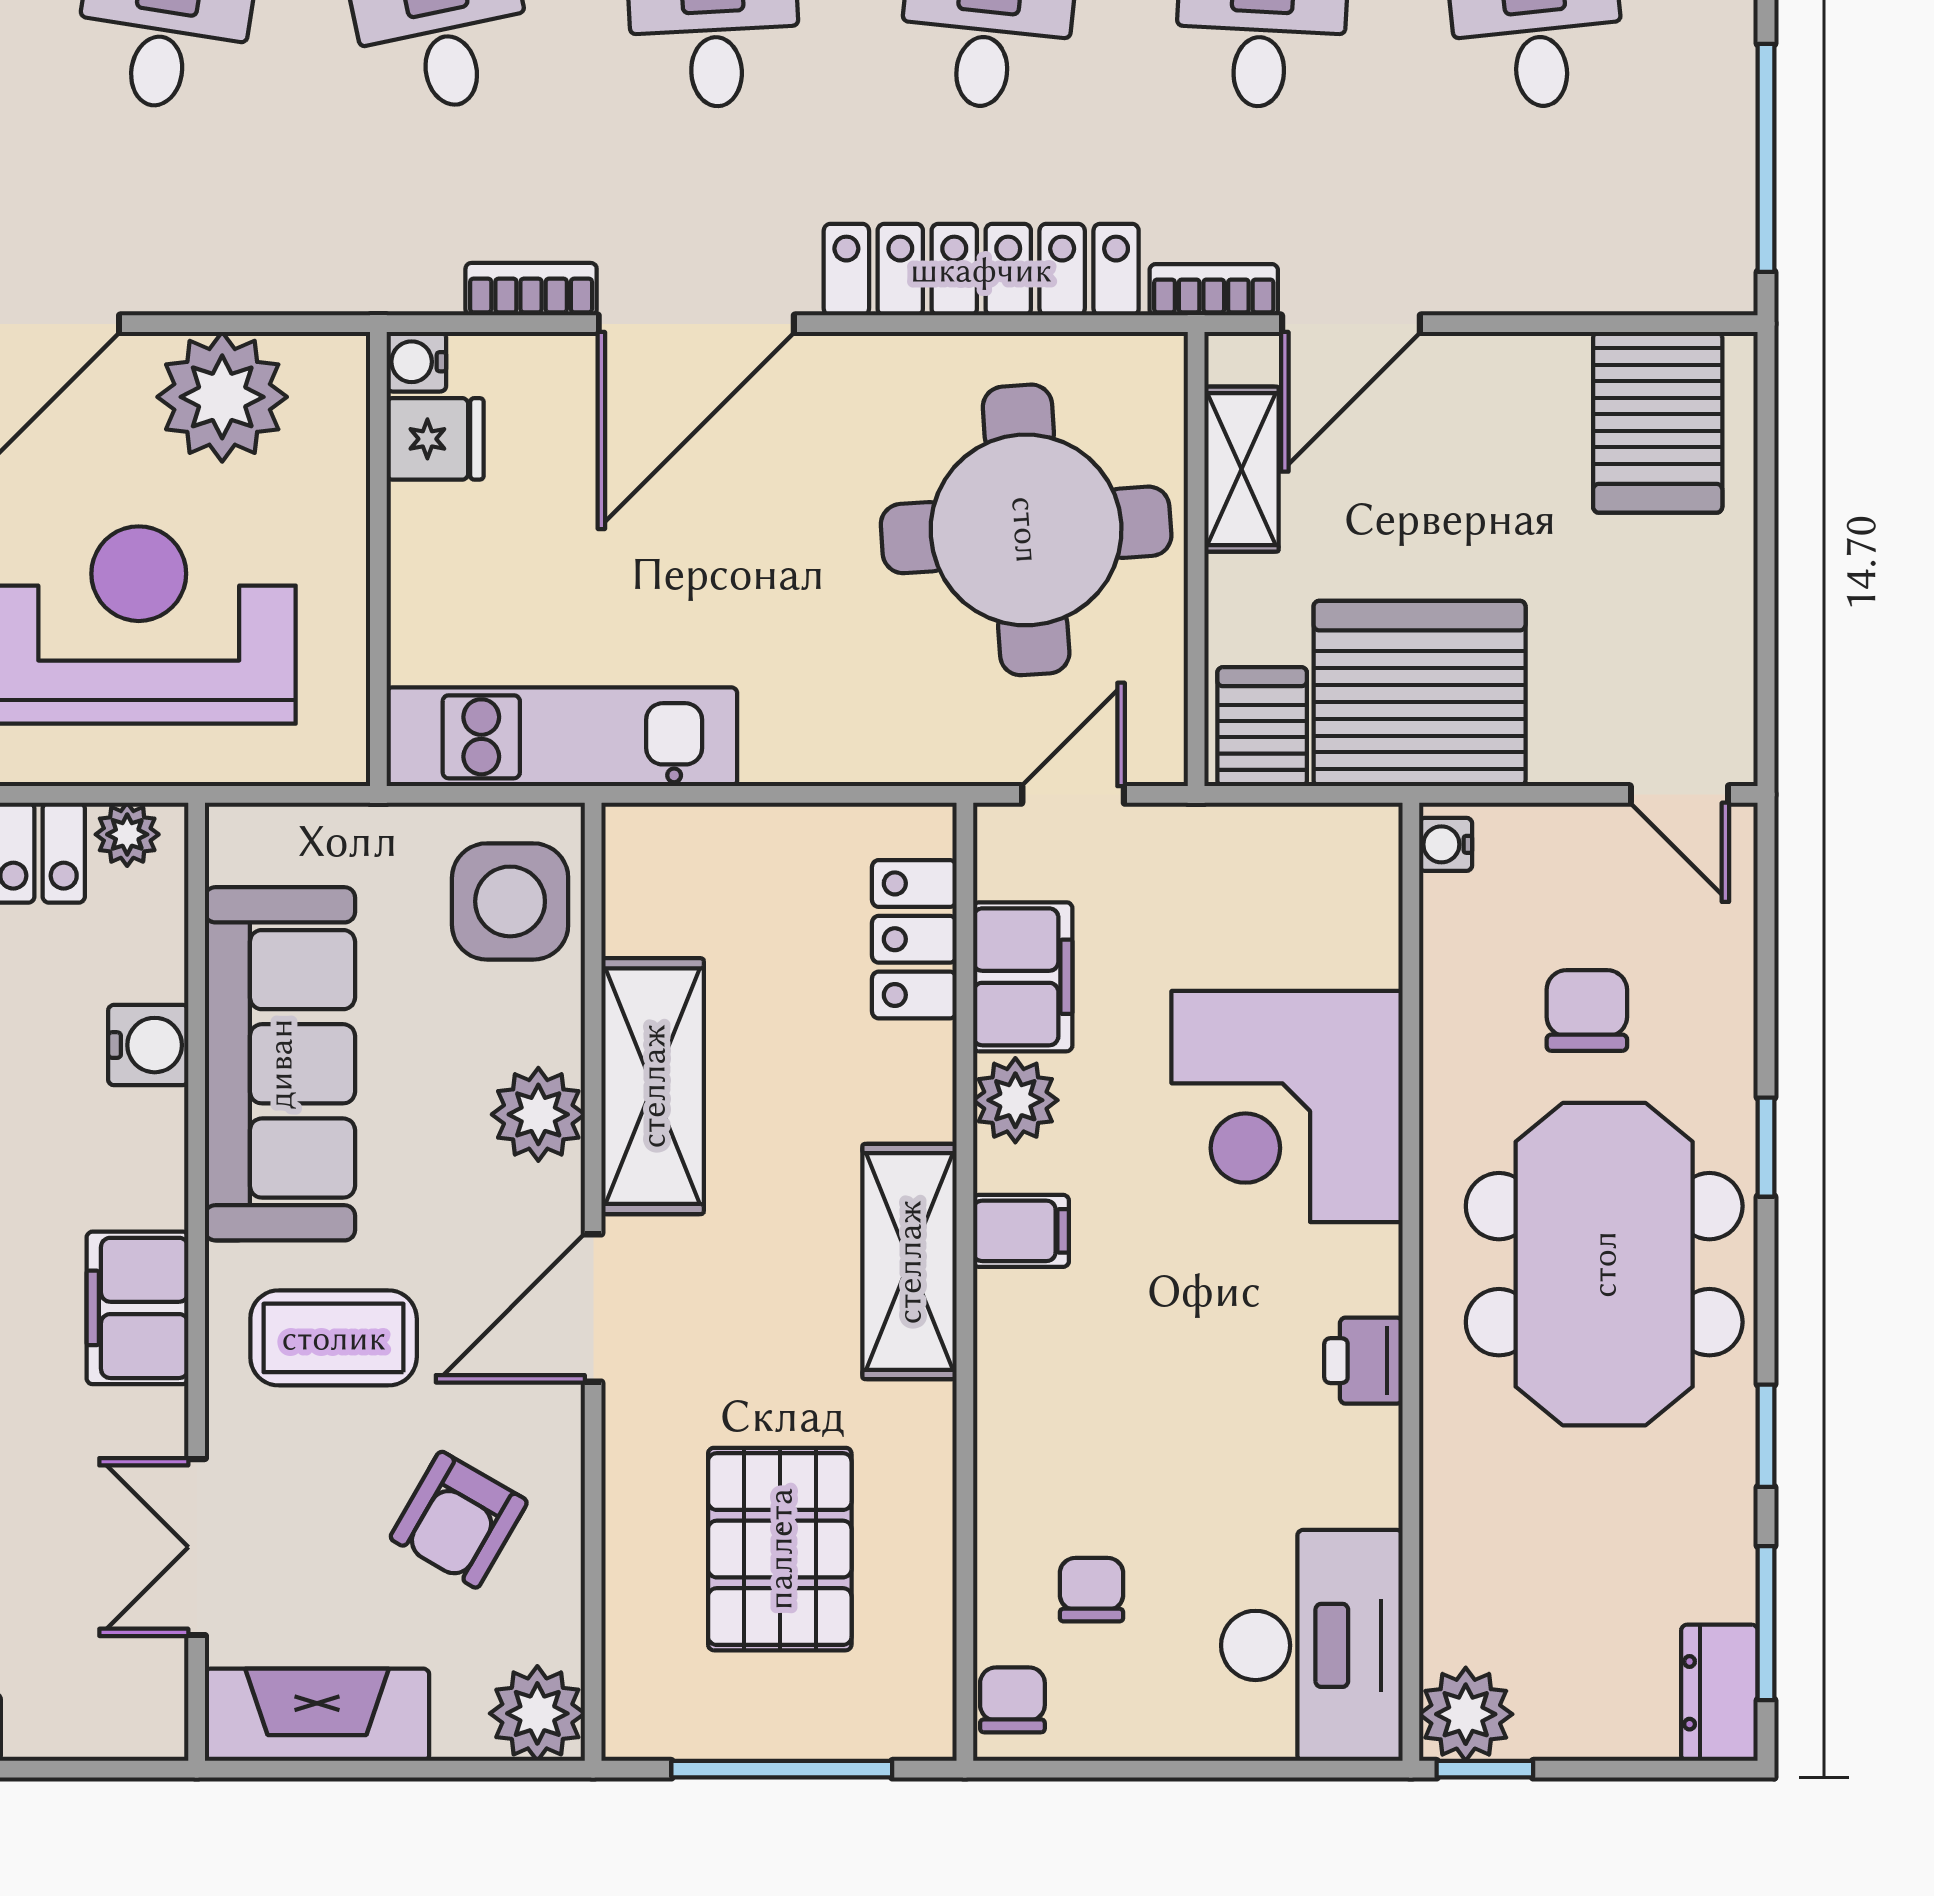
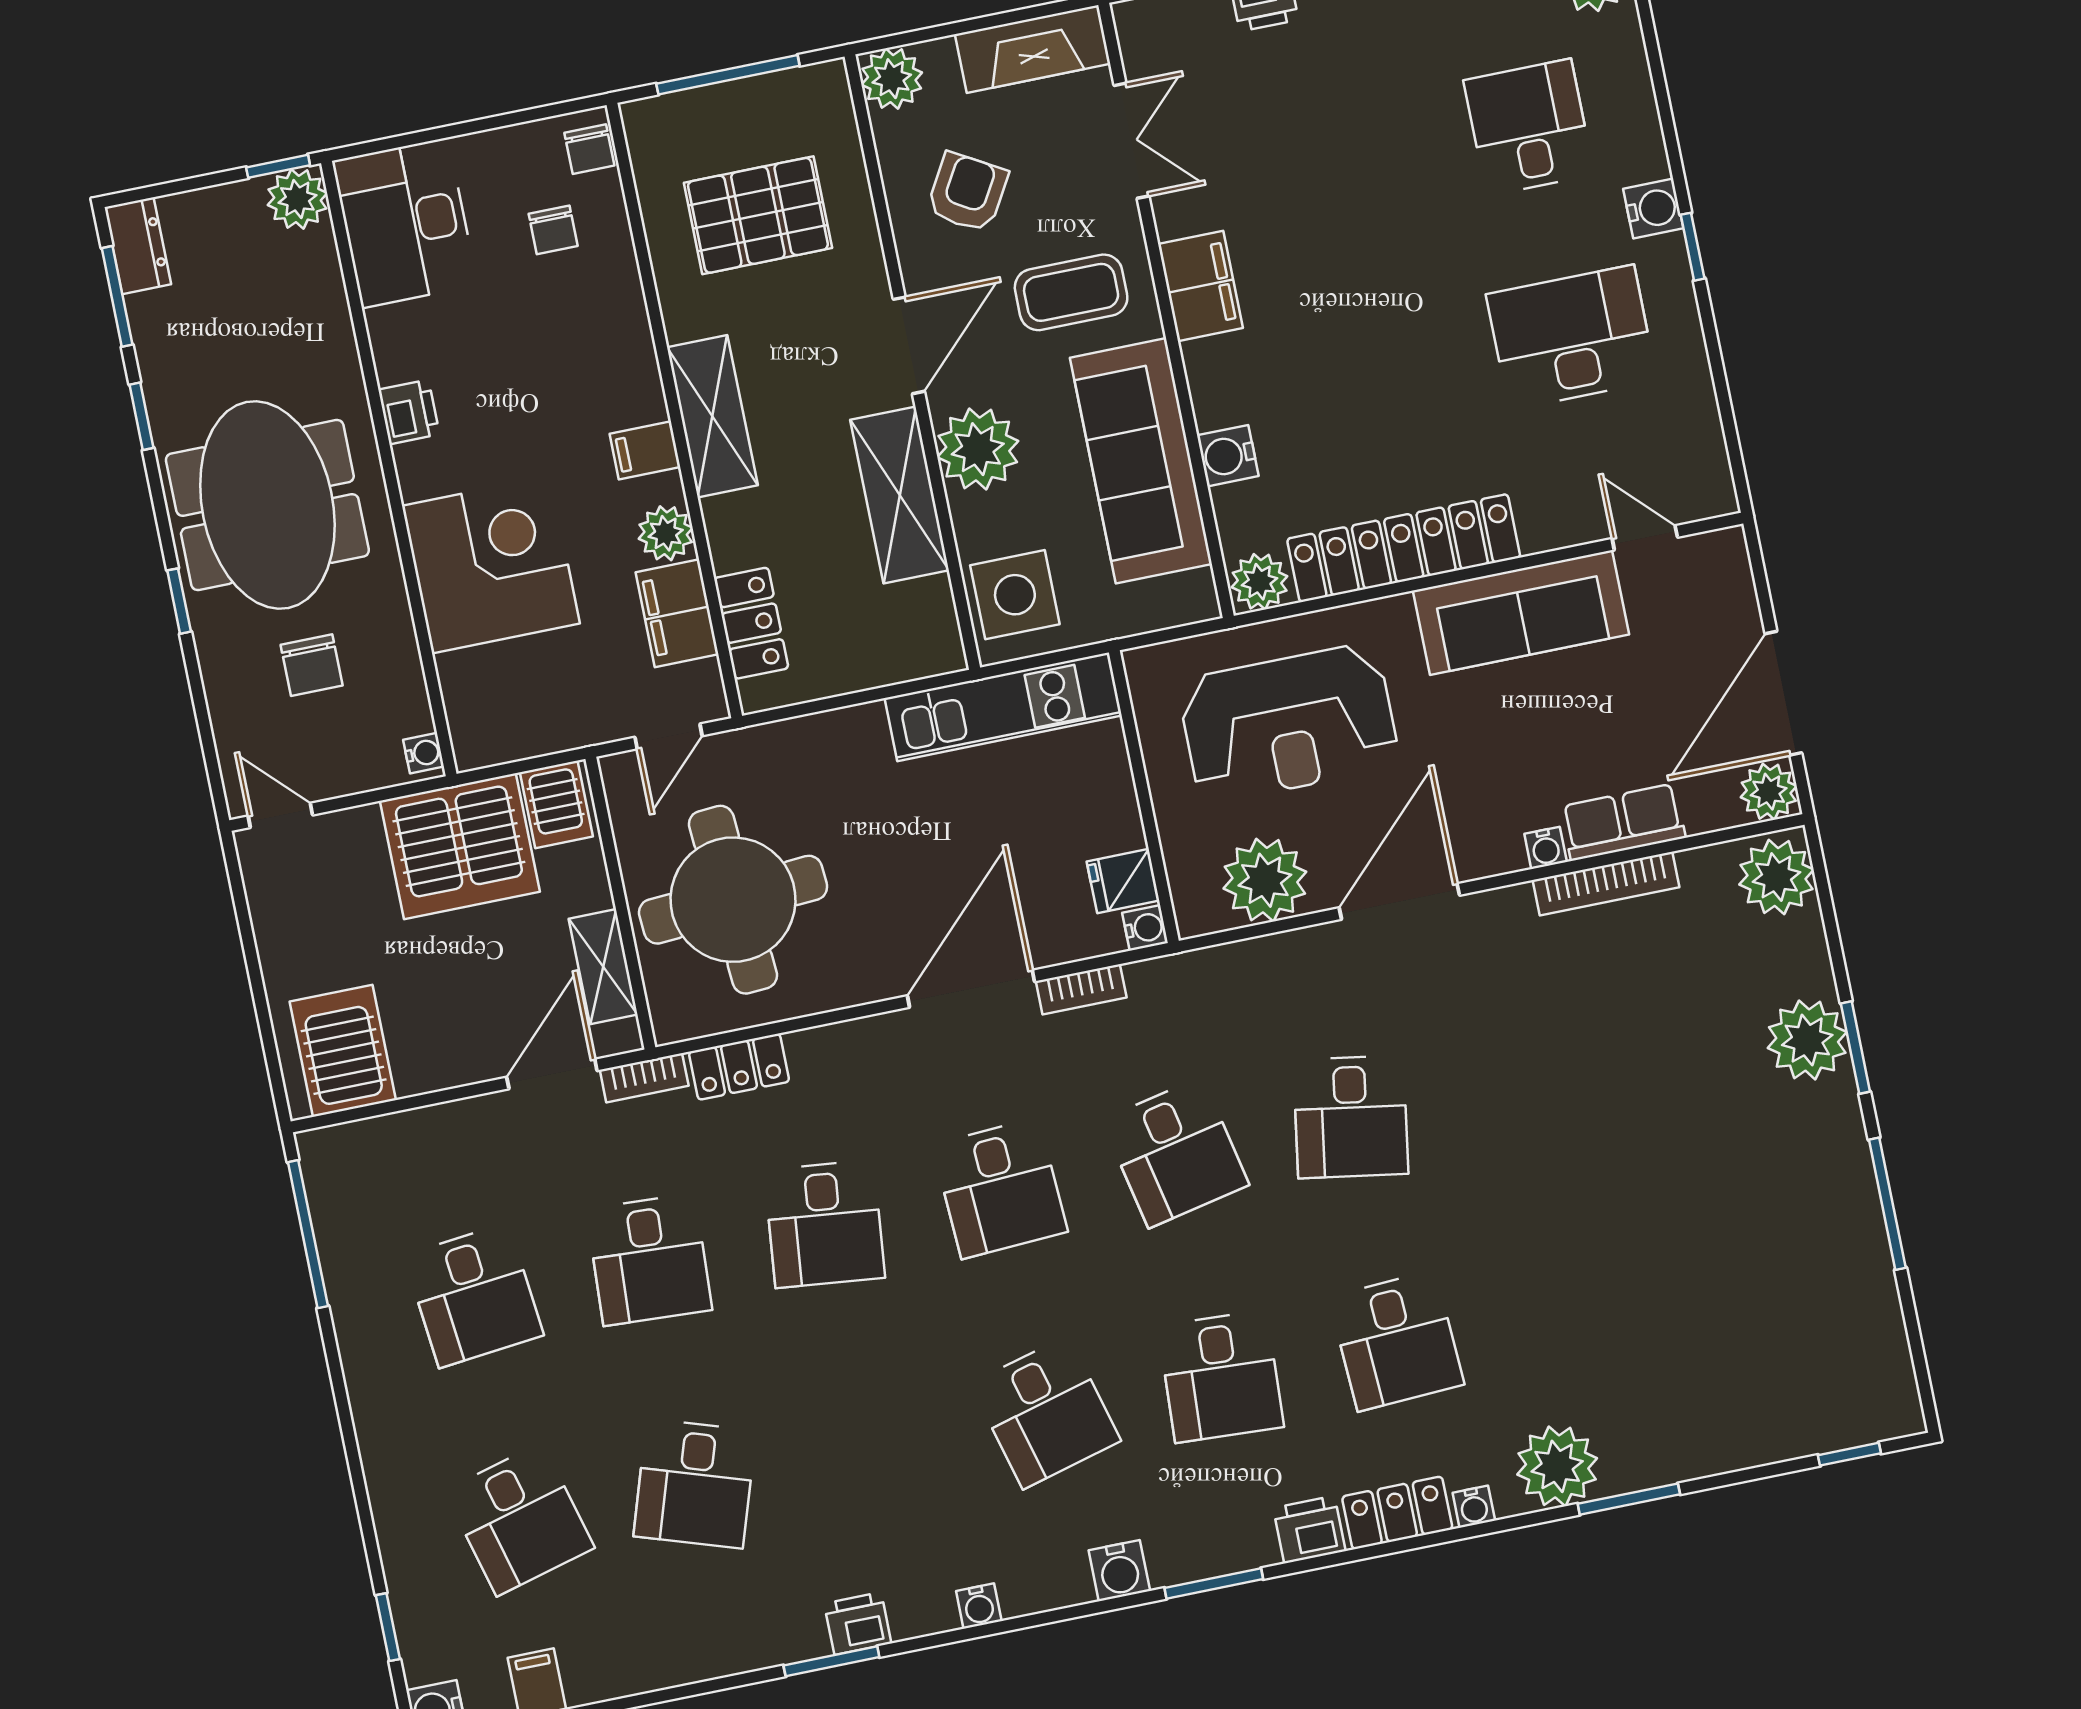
locker: (981, 270) -> (739, 1067), width x0.46, depth x0.83
plant: (127, 834) -> (1260, 582), width x1.38, depth x1.38
plant: (538, 1114) -> (978, 449), width x1.36, depth x1.36
pallet: (780, 1549) -> (758, 215), turned 90

